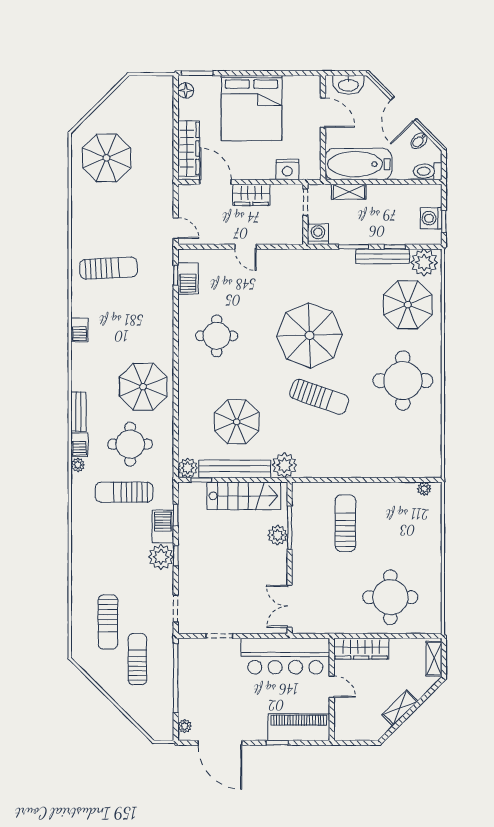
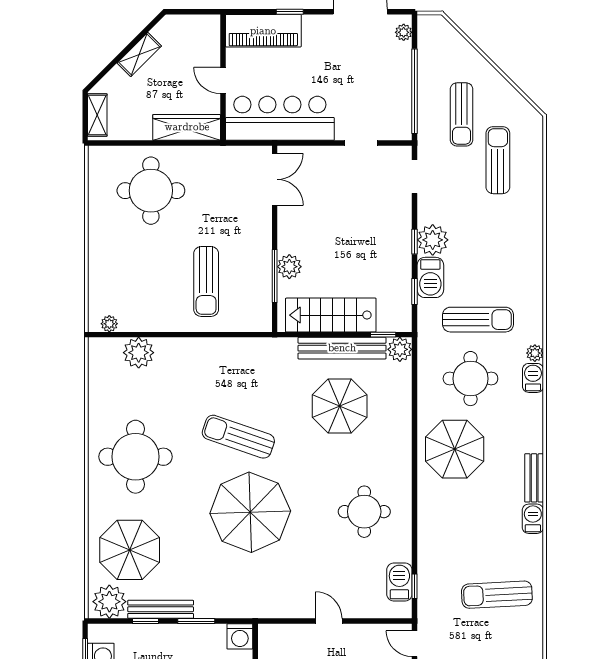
bench: (78, 412) -> (534, 478), moved
plant: (284, 465) -> (139, 353), moved

